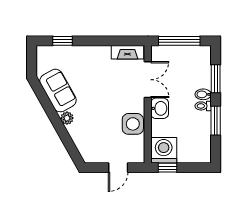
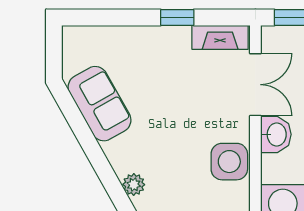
window: (62, 41) -> (177, 17), moved
plant: (67, 118) -> (134, 185), moved

